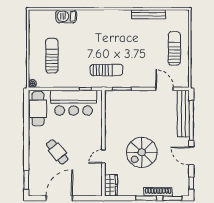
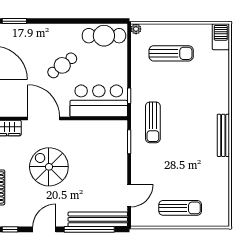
bench: (149, 14) -> (223, 135), moved
barbecue: (66, 16) -> (221, 37), moved
bar counter: (74, 103) -> (99, 101), moved, turned 90
cafe table: (57, 152) -> (62, 65), moved
door: (103, 156) -> (44, 118), width x1.88

